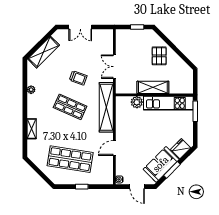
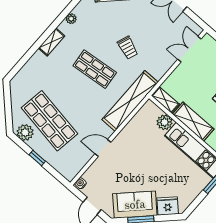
double door: (114, 67) -> (189, 49), moved
shelving: (126, 89) -> (165, 100), added
shop shelf: (70, 107) -> (95, 69), turned -30
shelving: (32, 129) -> (52, 42), moved
plant: (62, 178) -> (25, 132), added

